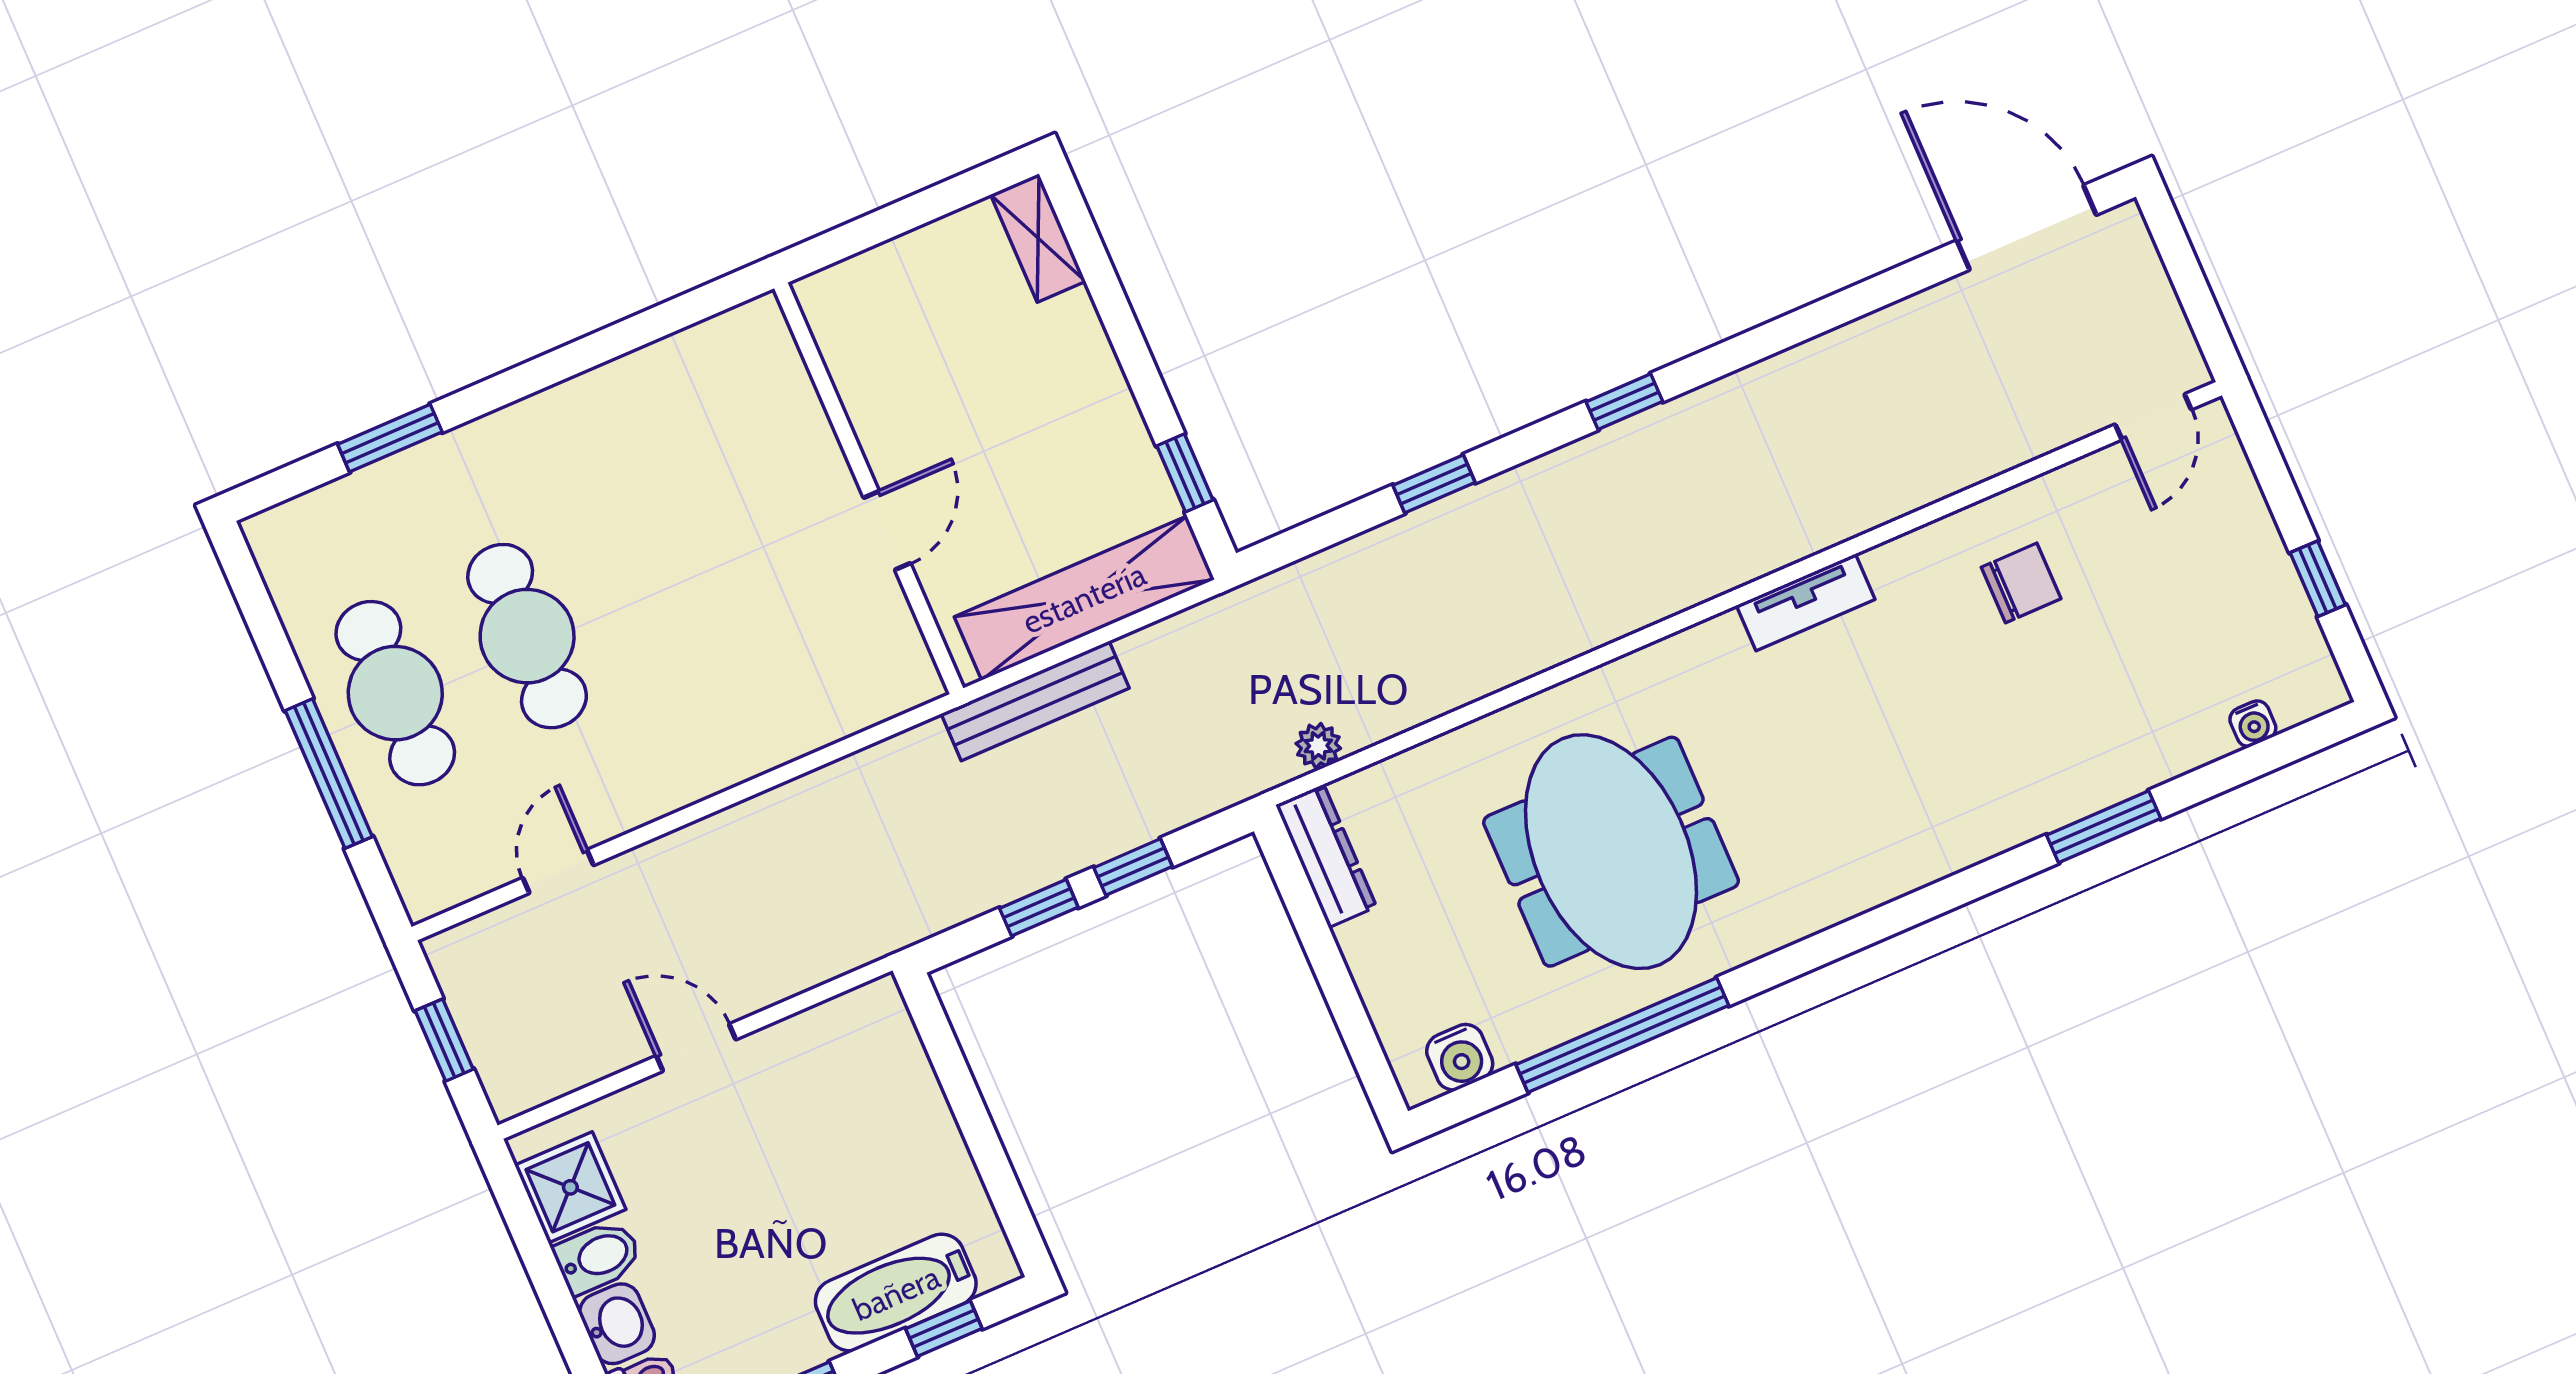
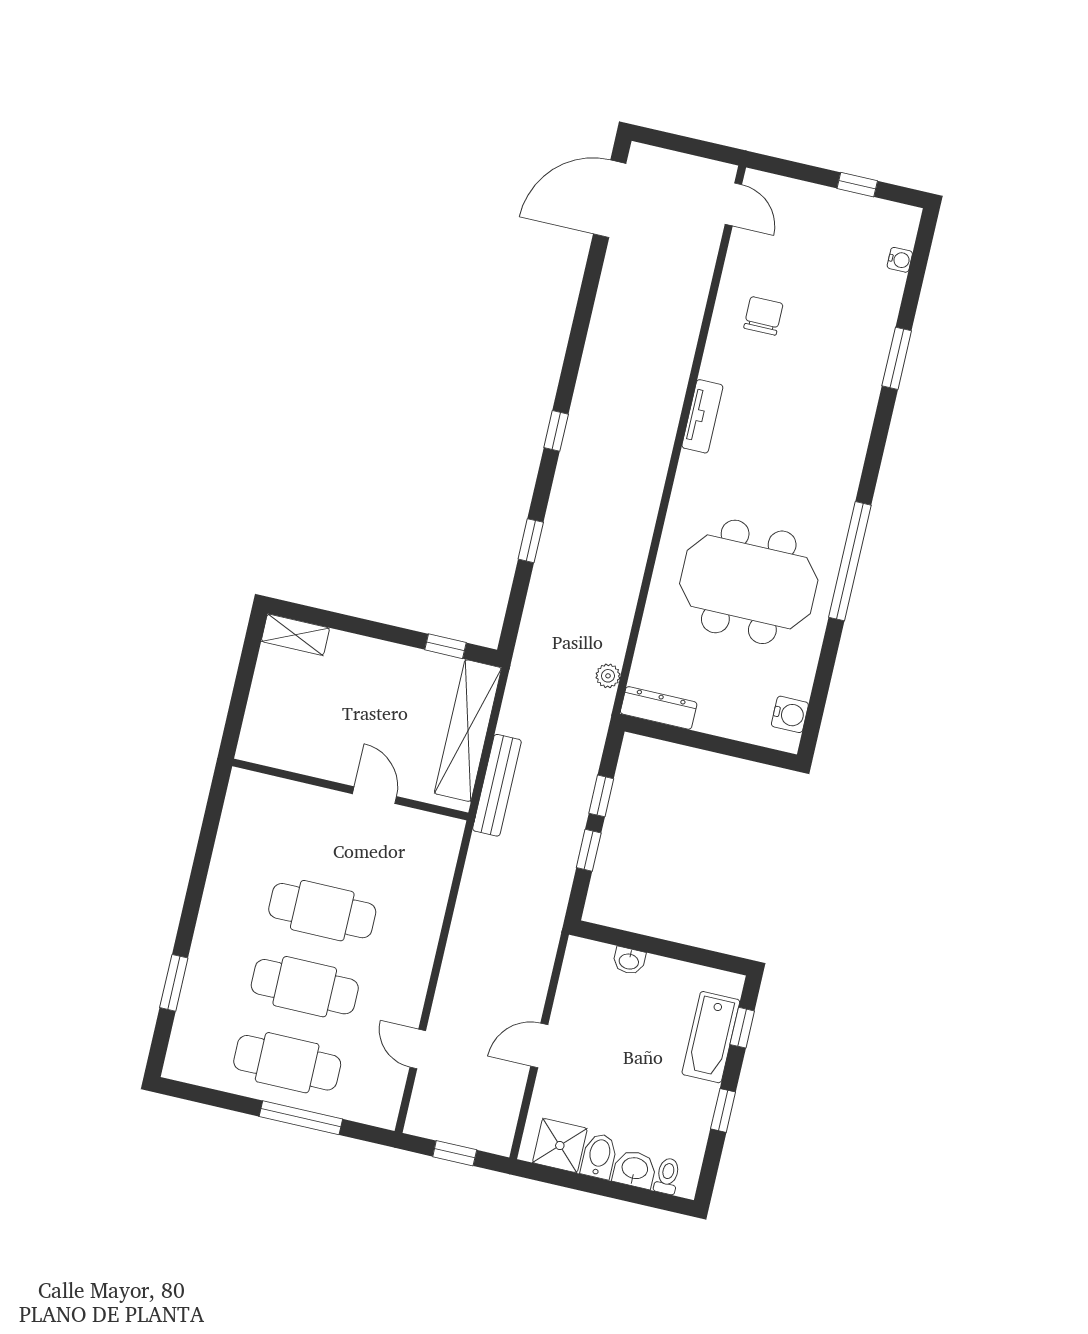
cafe table: (659, 579) -> (322, 911), added
window: (1622, 1035) -> (850, 561), moved
washbasin: (919, 1088) -> (629, 961), added

